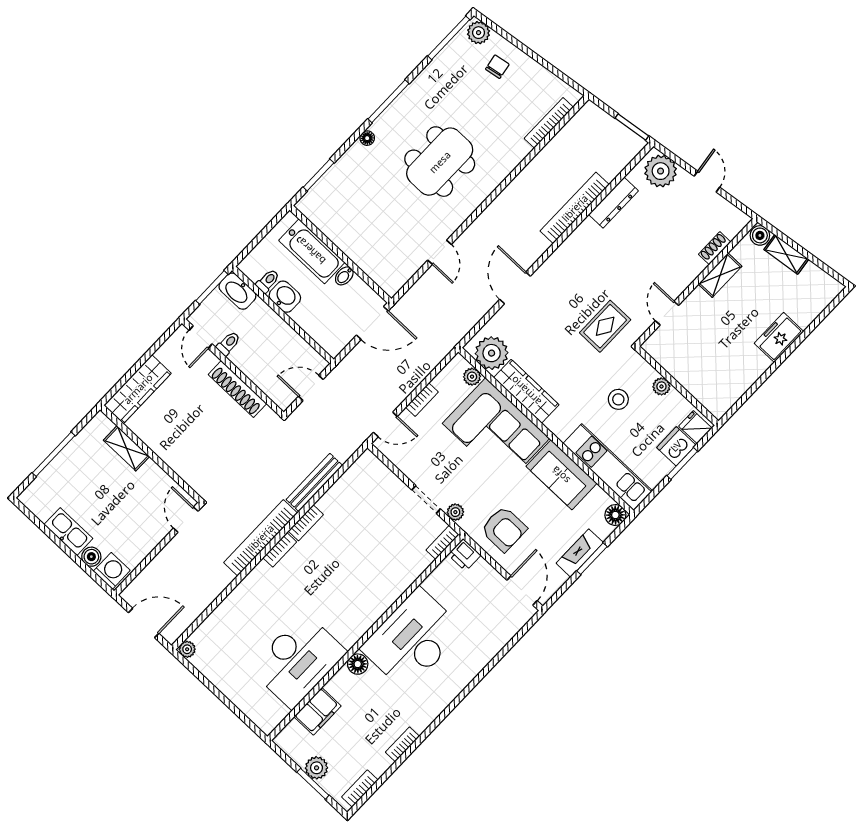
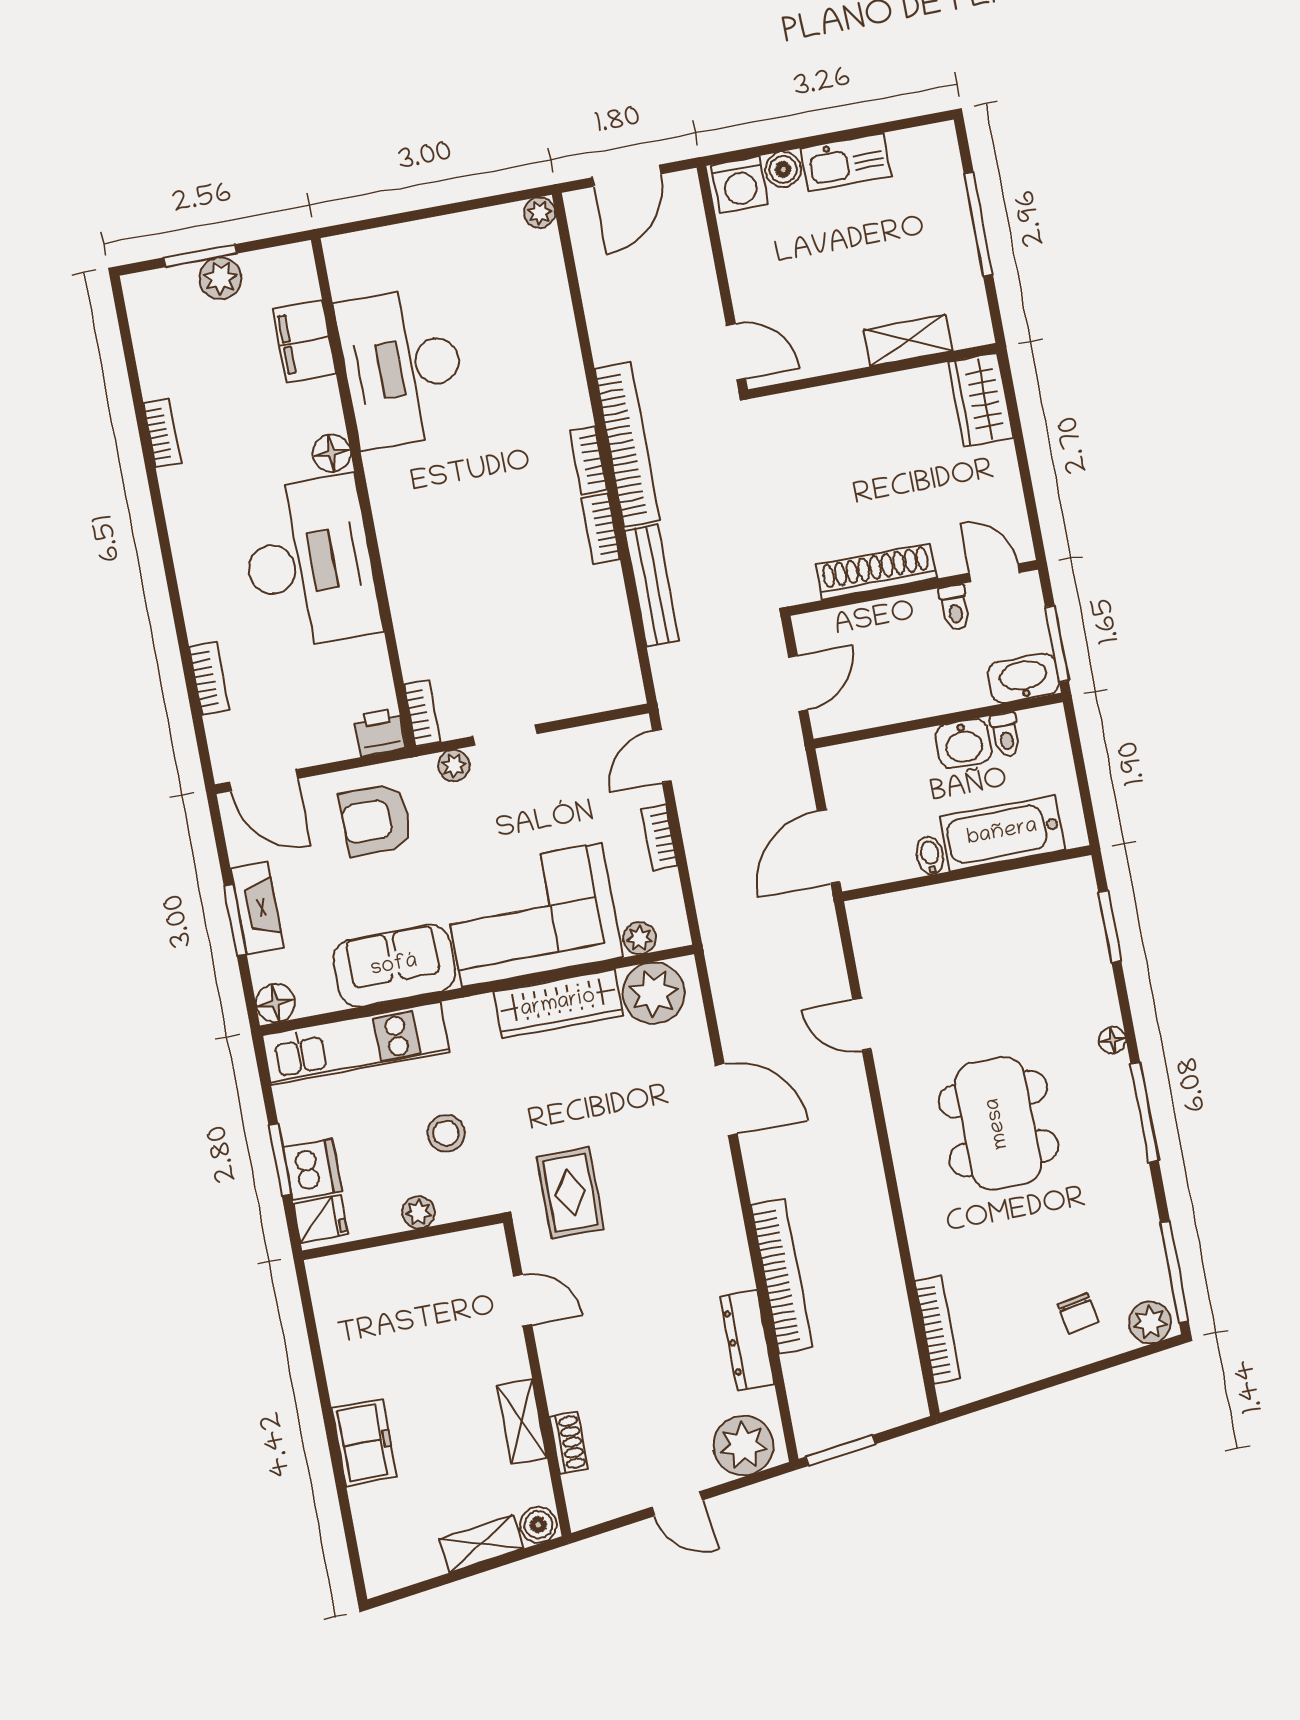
wardrobe: (138, 389) -> (981, 400), width x0.67
bookcase: (360, 788) -> (209, 678), moved

